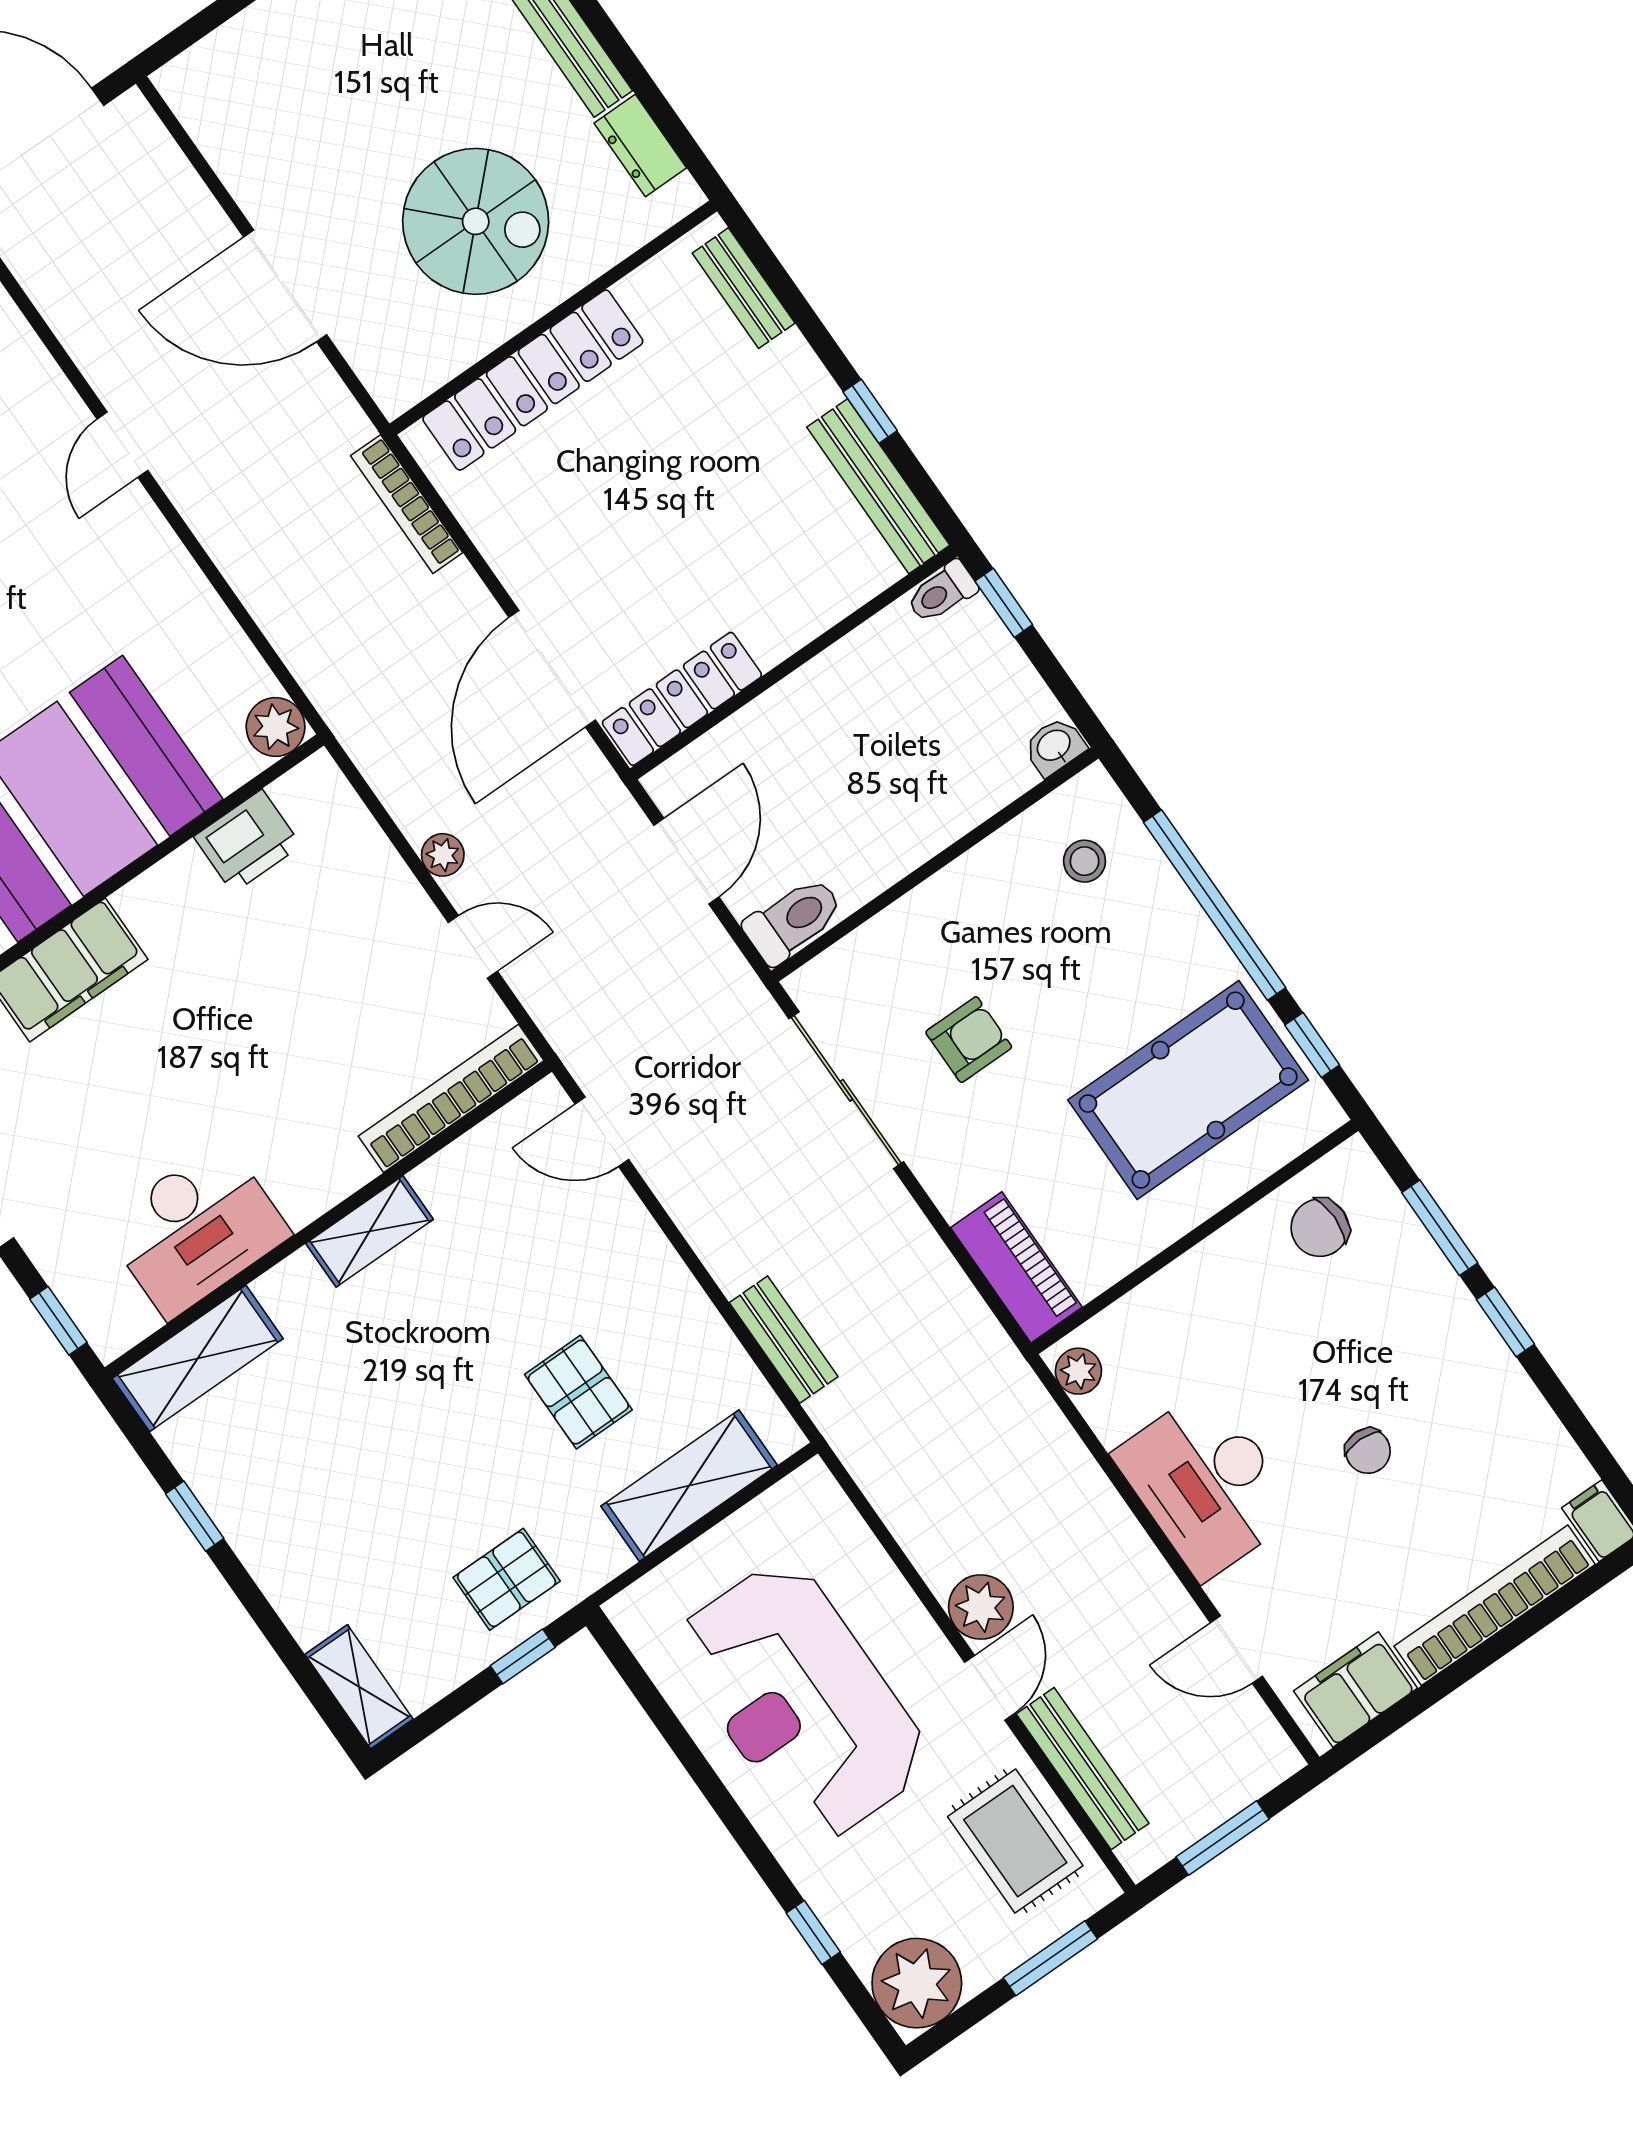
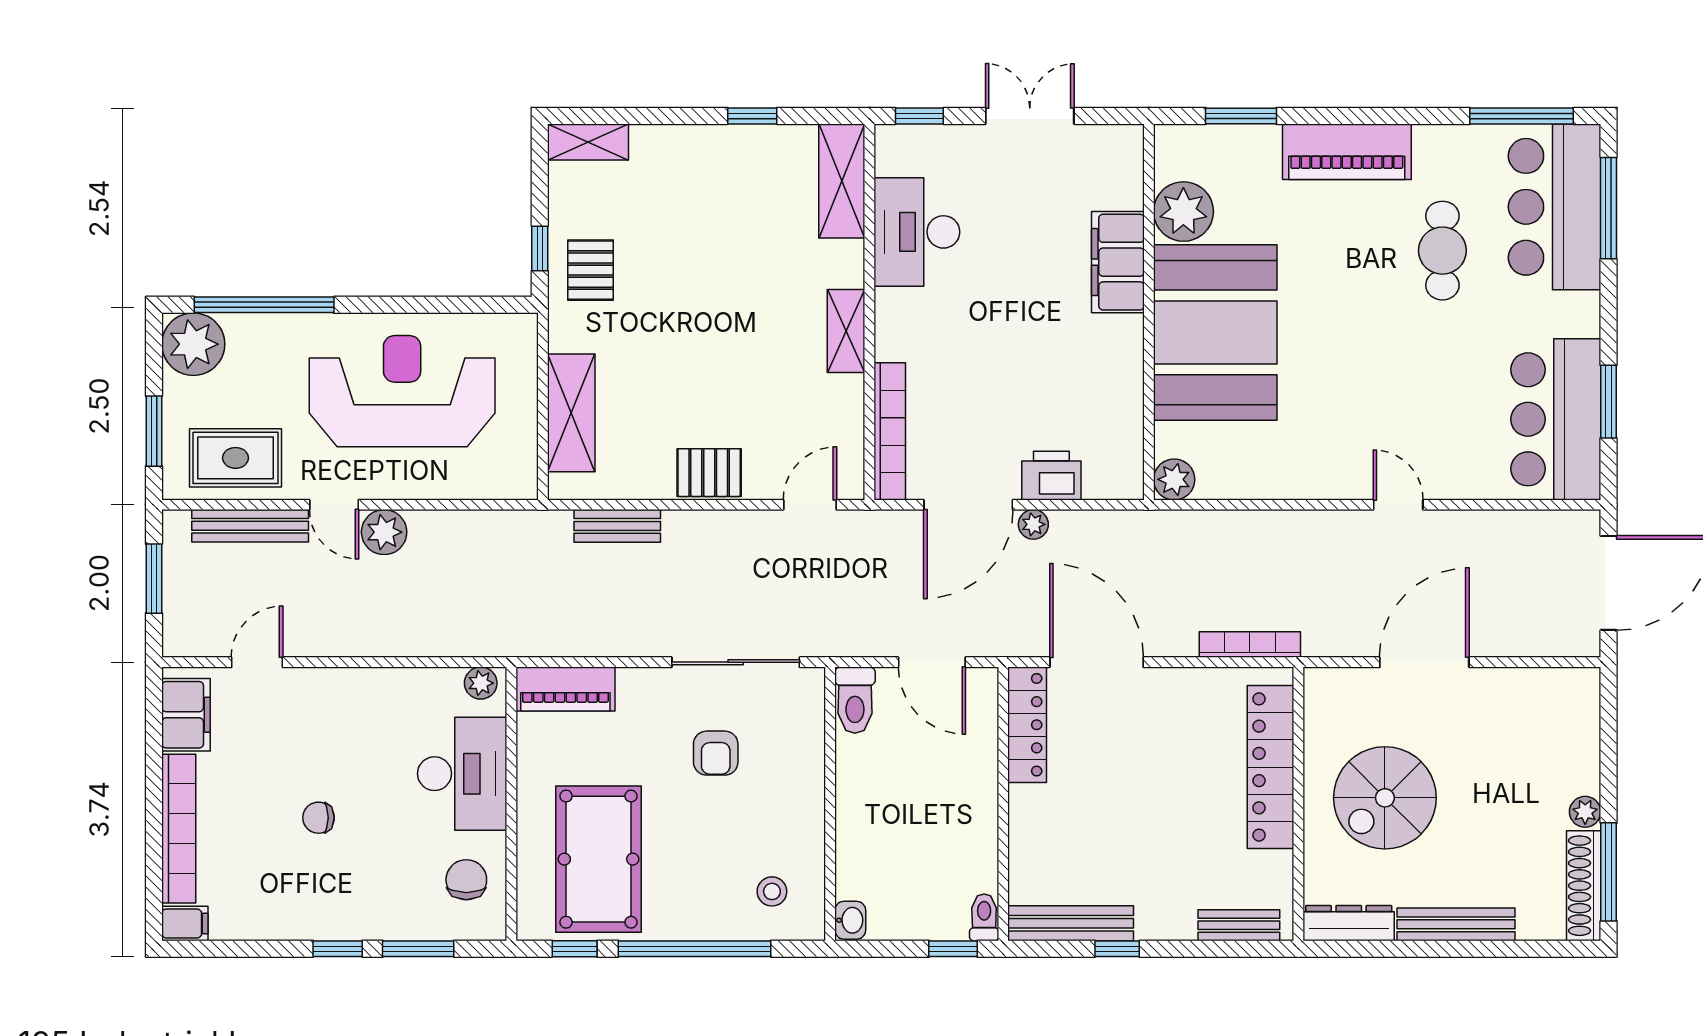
dresser: (640, 145) -> (1349, 923), width x1.44
printer: (247, 841) -> (1051, 476), moved, turned 90
door: (473, 947) -> (968, 505), width x1.88
pallet: (578, 1392) -> (709, 473), moved
desk: (1206, 1484) -> (462, 774), moved, turned 90
window: (813, 1932) -> (264, 305), width x3.17

